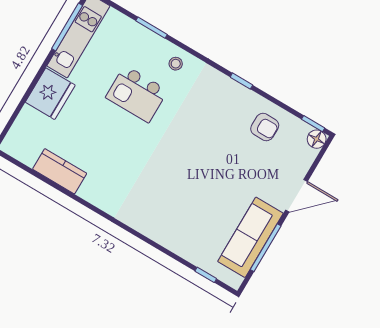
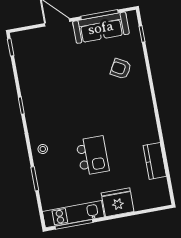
kitchen island: (137, 94) -> (92, 156), moved
armchair: (265, 127) -> (121, 69), moved, turned -61
floor lamp: (317, 139) -> (17, 38), removed

